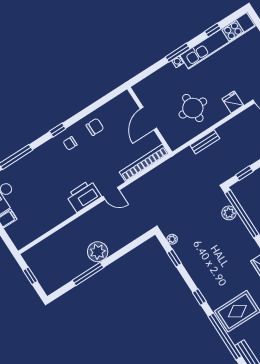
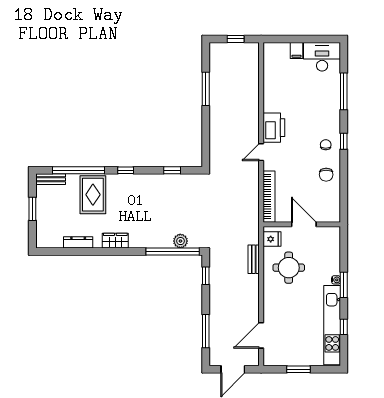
fridge: (233, 102) -> (272, 239), moved
plant: (172, 239) -> (189, 179), removed
plant: (98, 252) -> (219, 109), removed

